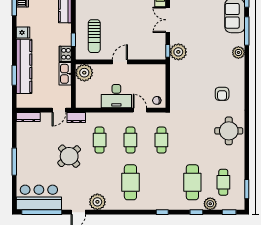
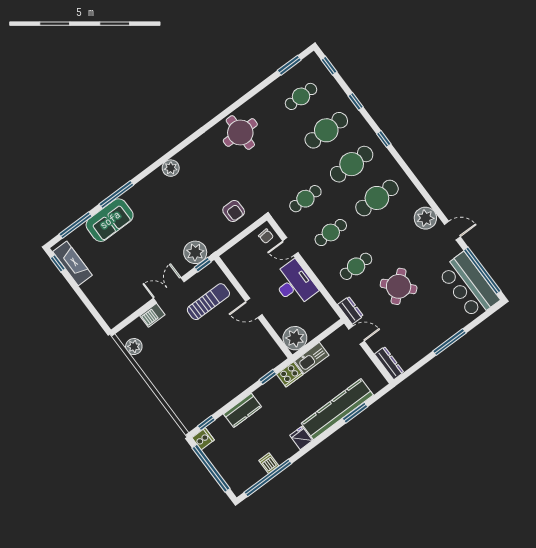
double door: (168, 20) -> (169, 290), swing flipped
sun lounger: (94, 36) -> (208, 302), moved
plant: (238, 52) -> (171, 168), moved
armchair: (222, 94) -> (234, 211), moved, turned 90
door: (140, 110) -> (290, 247), hinge flipped
cafe table: (161, 182) -> (352, 164), added
plant: (210, 204) -> (335, 93), removed

